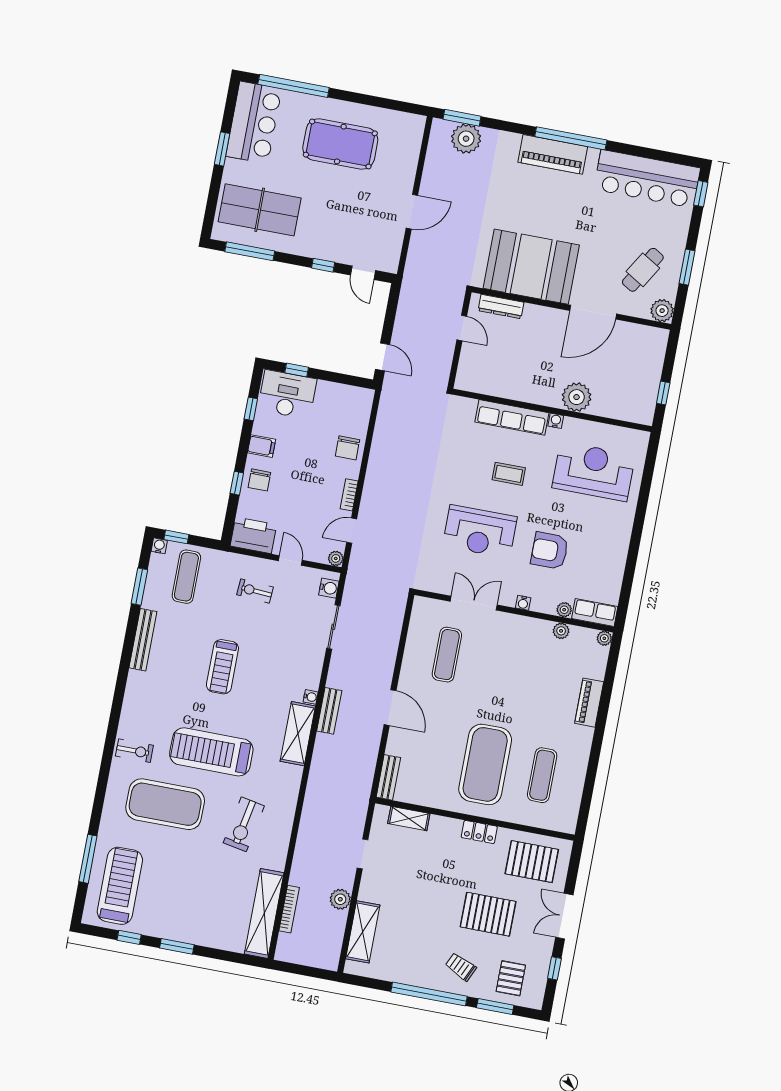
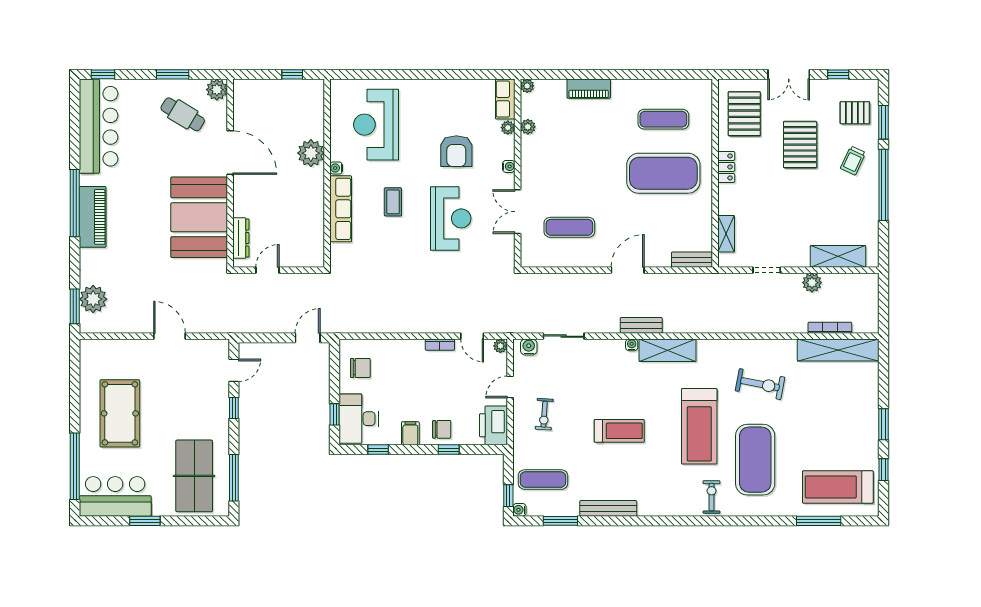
chair: (347, 448) -> (360, 368), moved

